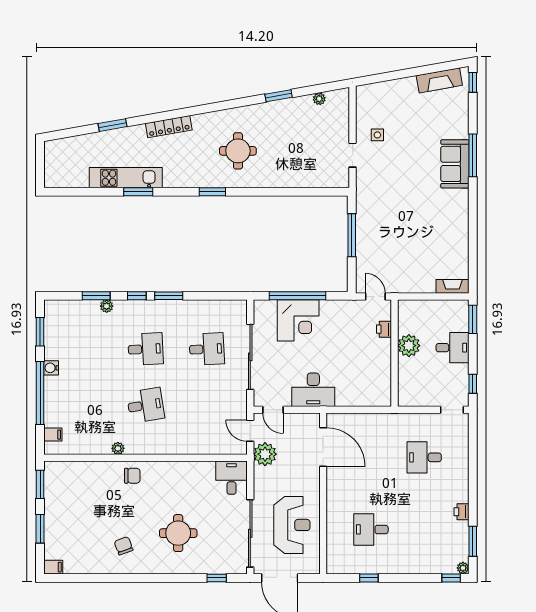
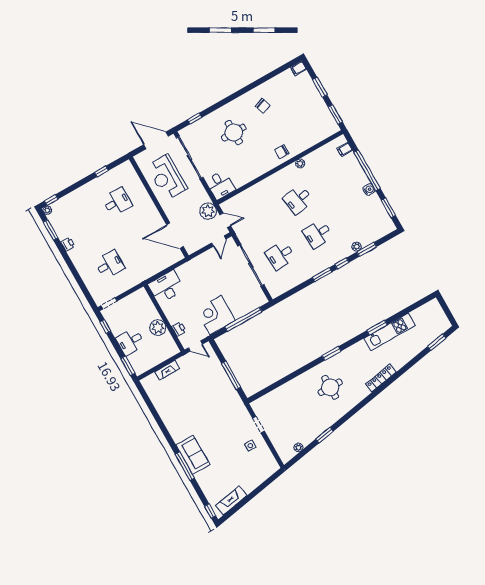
window: (112, 125) -> (437, 342), moved
fireplace: (452, 286) -> (167, 370), moved
corner desk: (298, 320) -> (215, 315), moved
desk: (313, 390) -> (166, 287), moved
door: (273, 410) -> (219, 241), swing flipped

